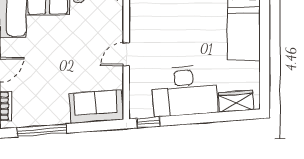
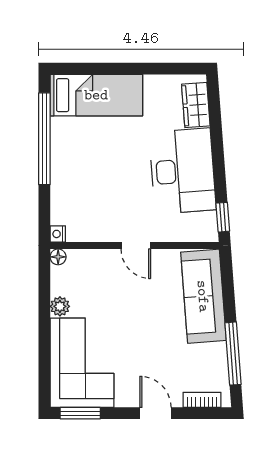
sofa: (96, 107) -> (203, 296), width x1.36

